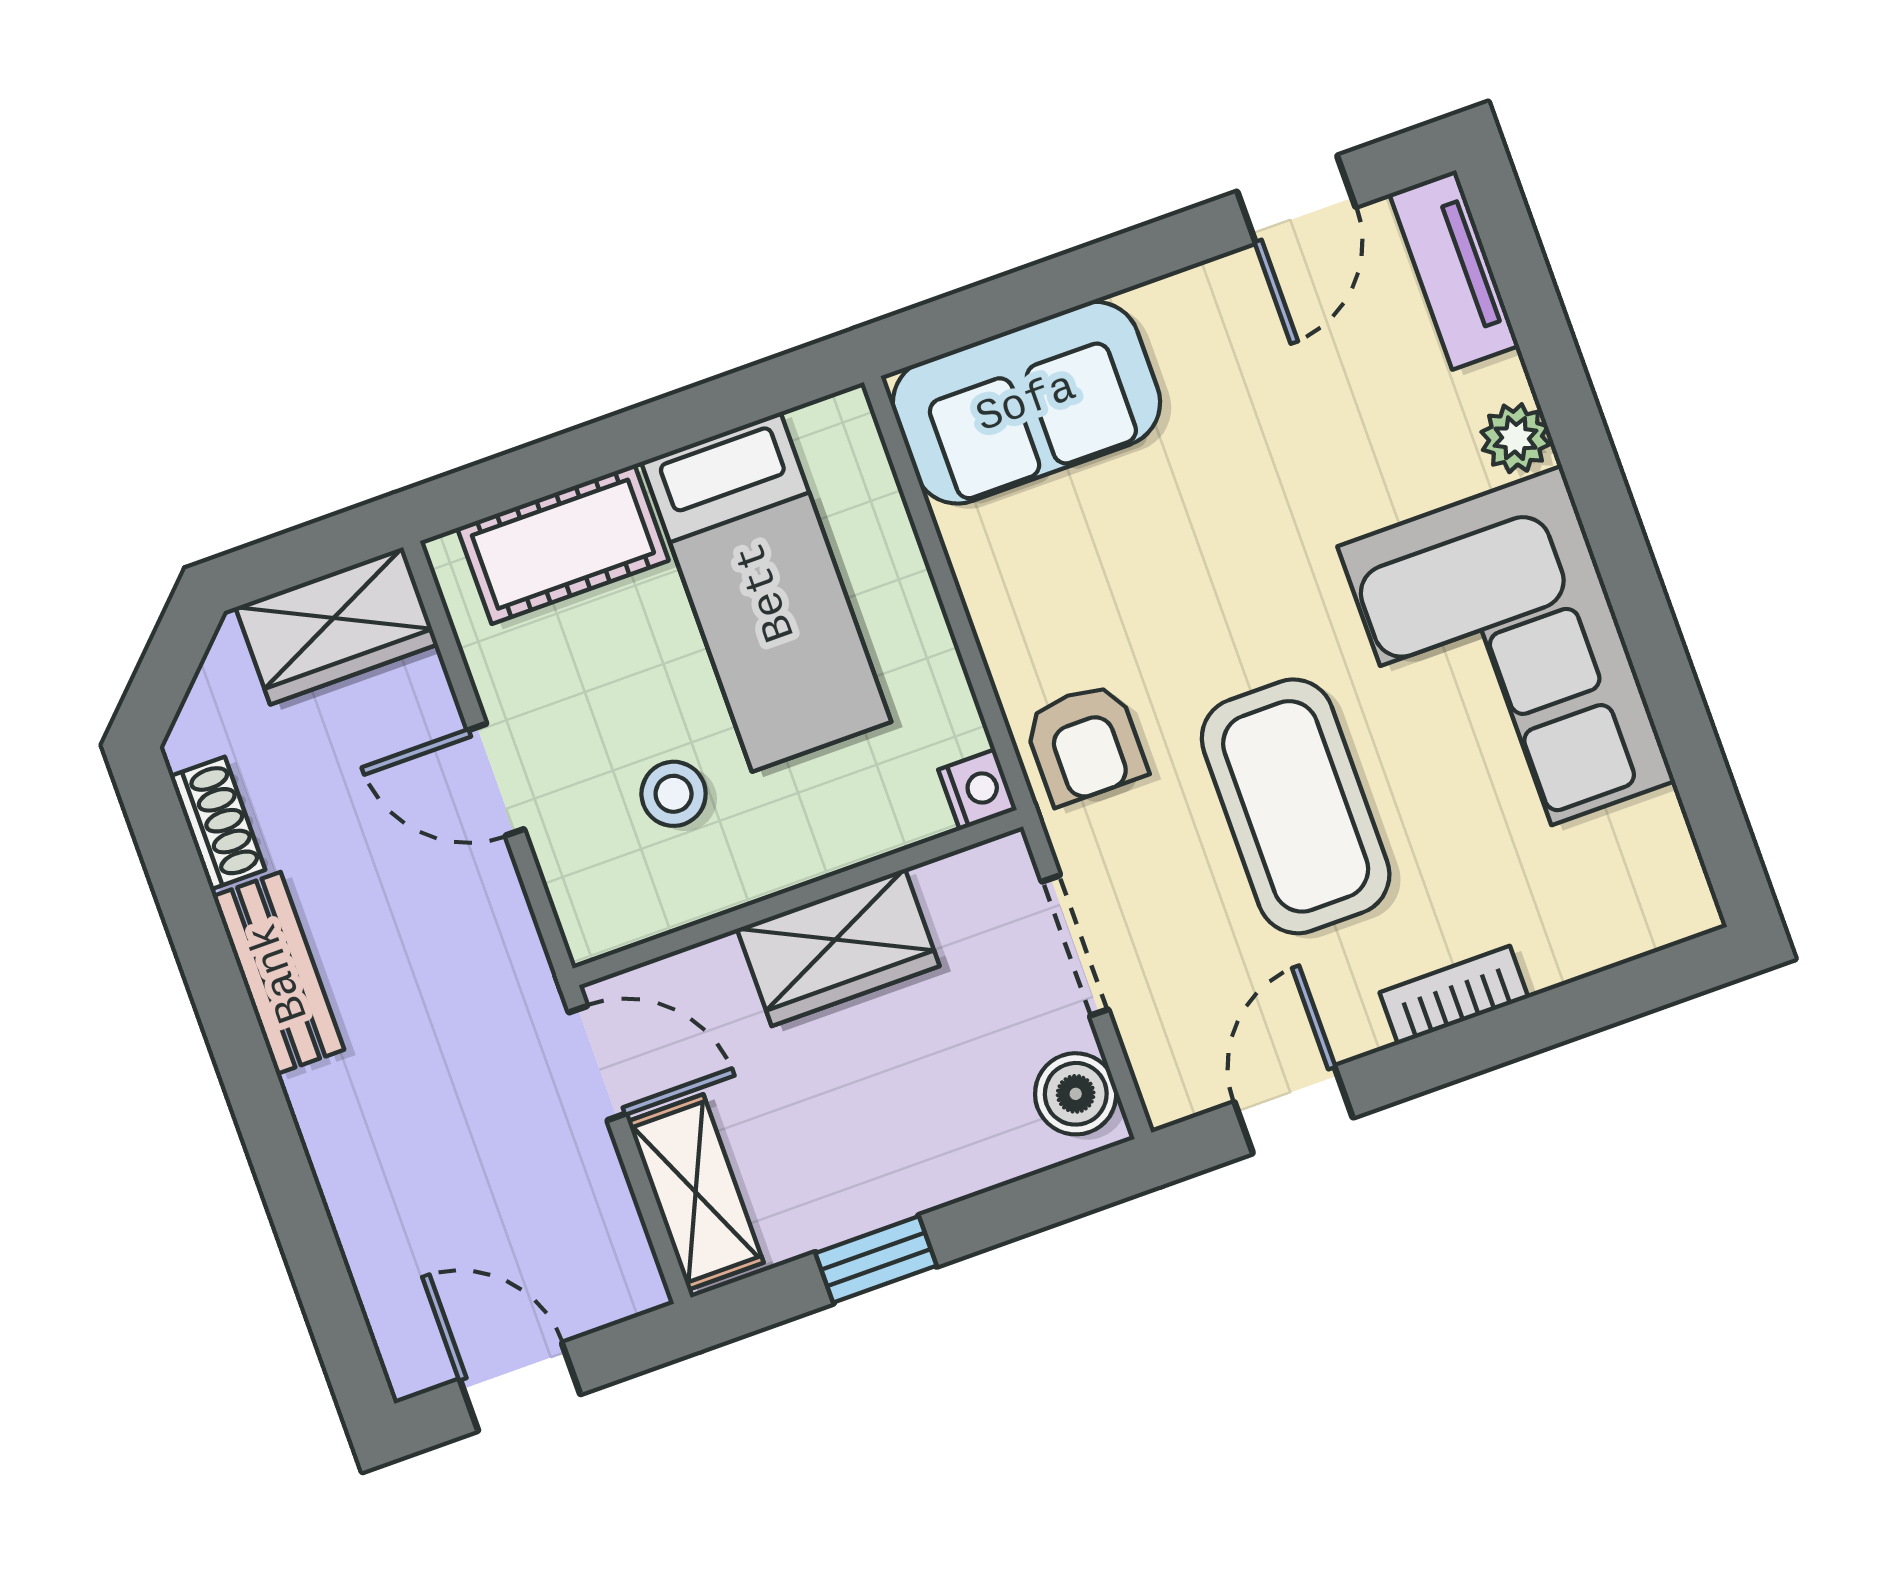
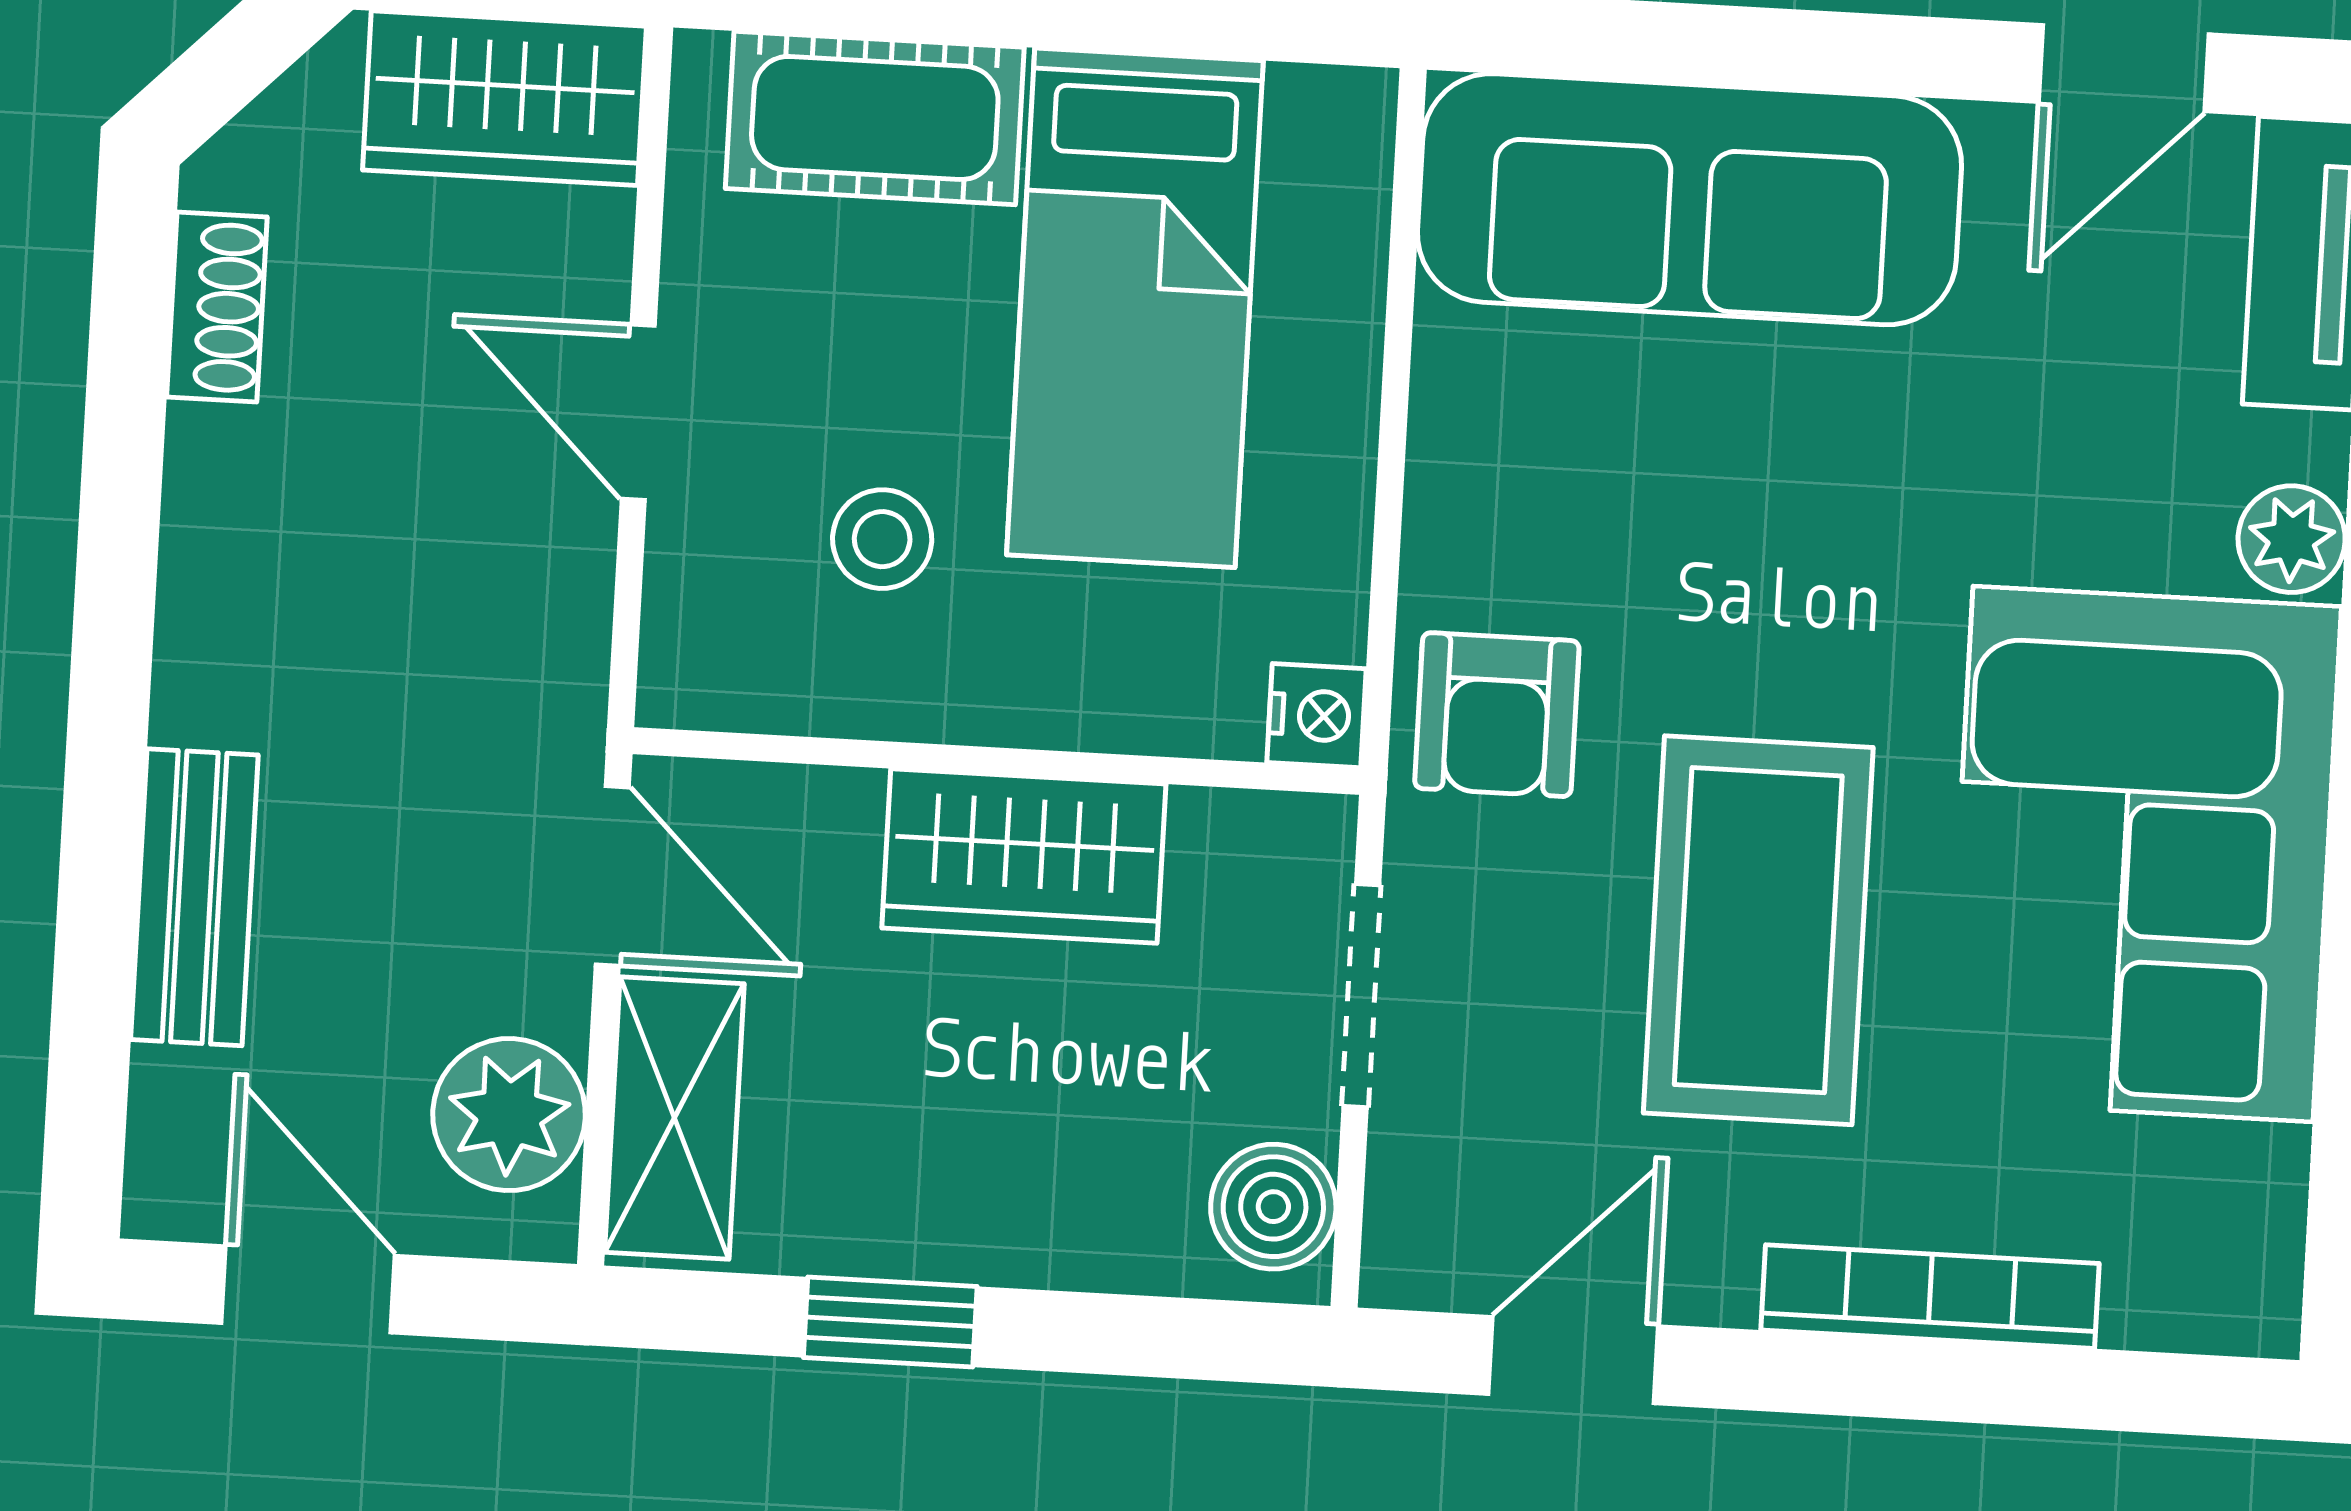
sofa: (1026, 403) -> (1690, 199), width x1.36
bench: (279, 973) -> (194, 897), moved
bookcase: (1454, 995) -> (1930, 1297), width x1.56
plant: (596, 1232) -> (509, 1115), added

